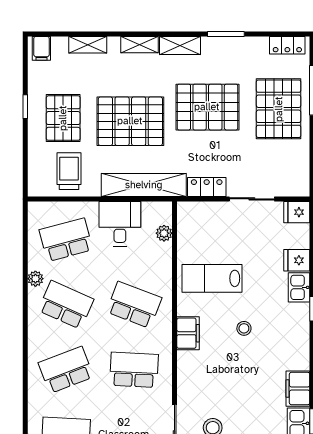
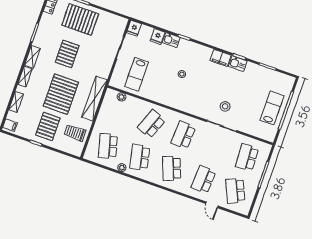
pallet: (207, 107) -> (67, 54), width x0.73, depth x0.71
pallet: (63, 118) -> (48, 127), turned 90
locker: (207, 187) -> (106, 68), removed
desk: (120, 224) -> (109, 117), removed
lab bench: (212, 278) -> (137, 74), moved
school desk: (66, 305) -> (140, 157), turned -36
filing cabinet: (188, 333) -> (175, 102), removed

